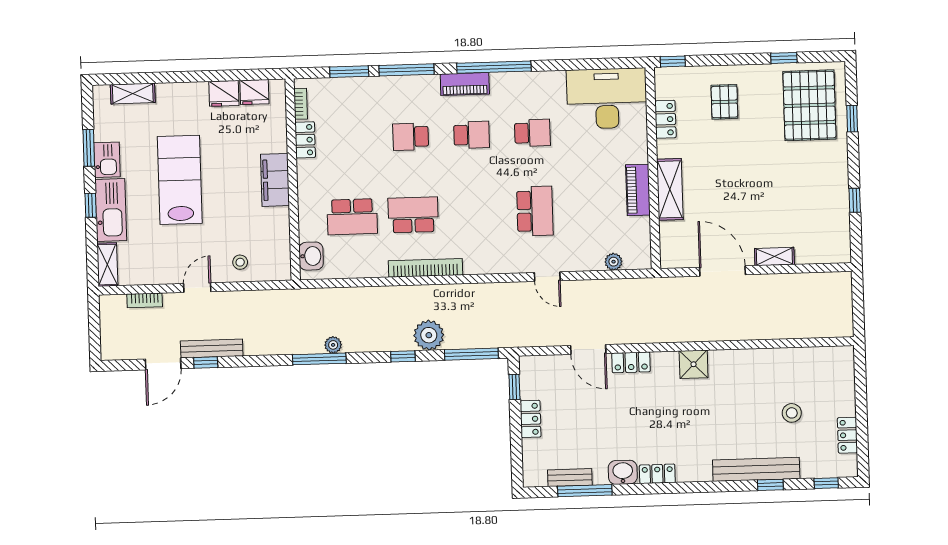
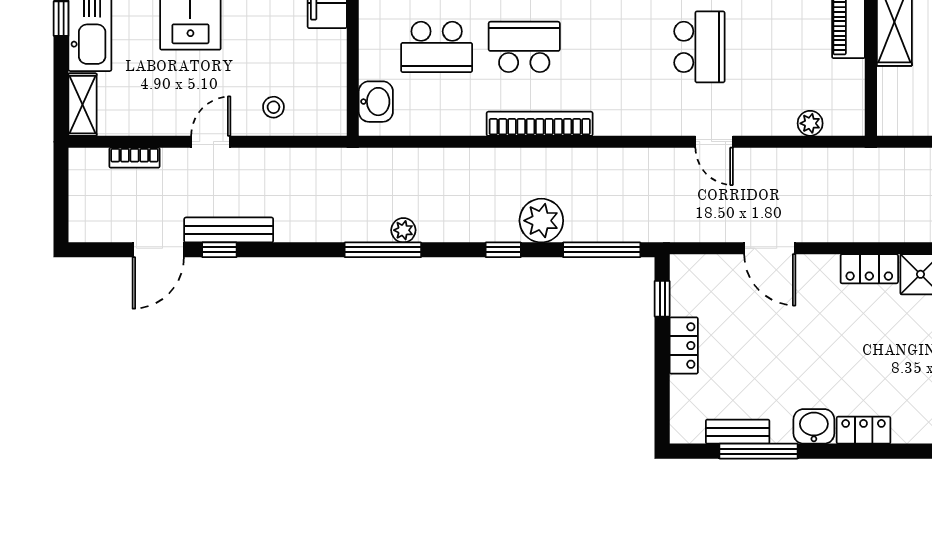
locker: (631, 362) -> (869, 269), moved

